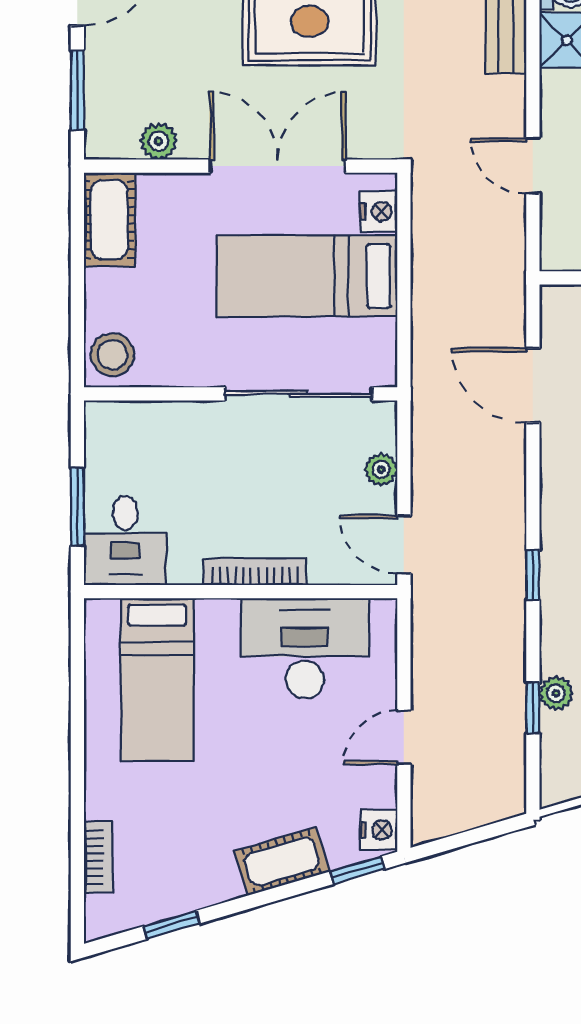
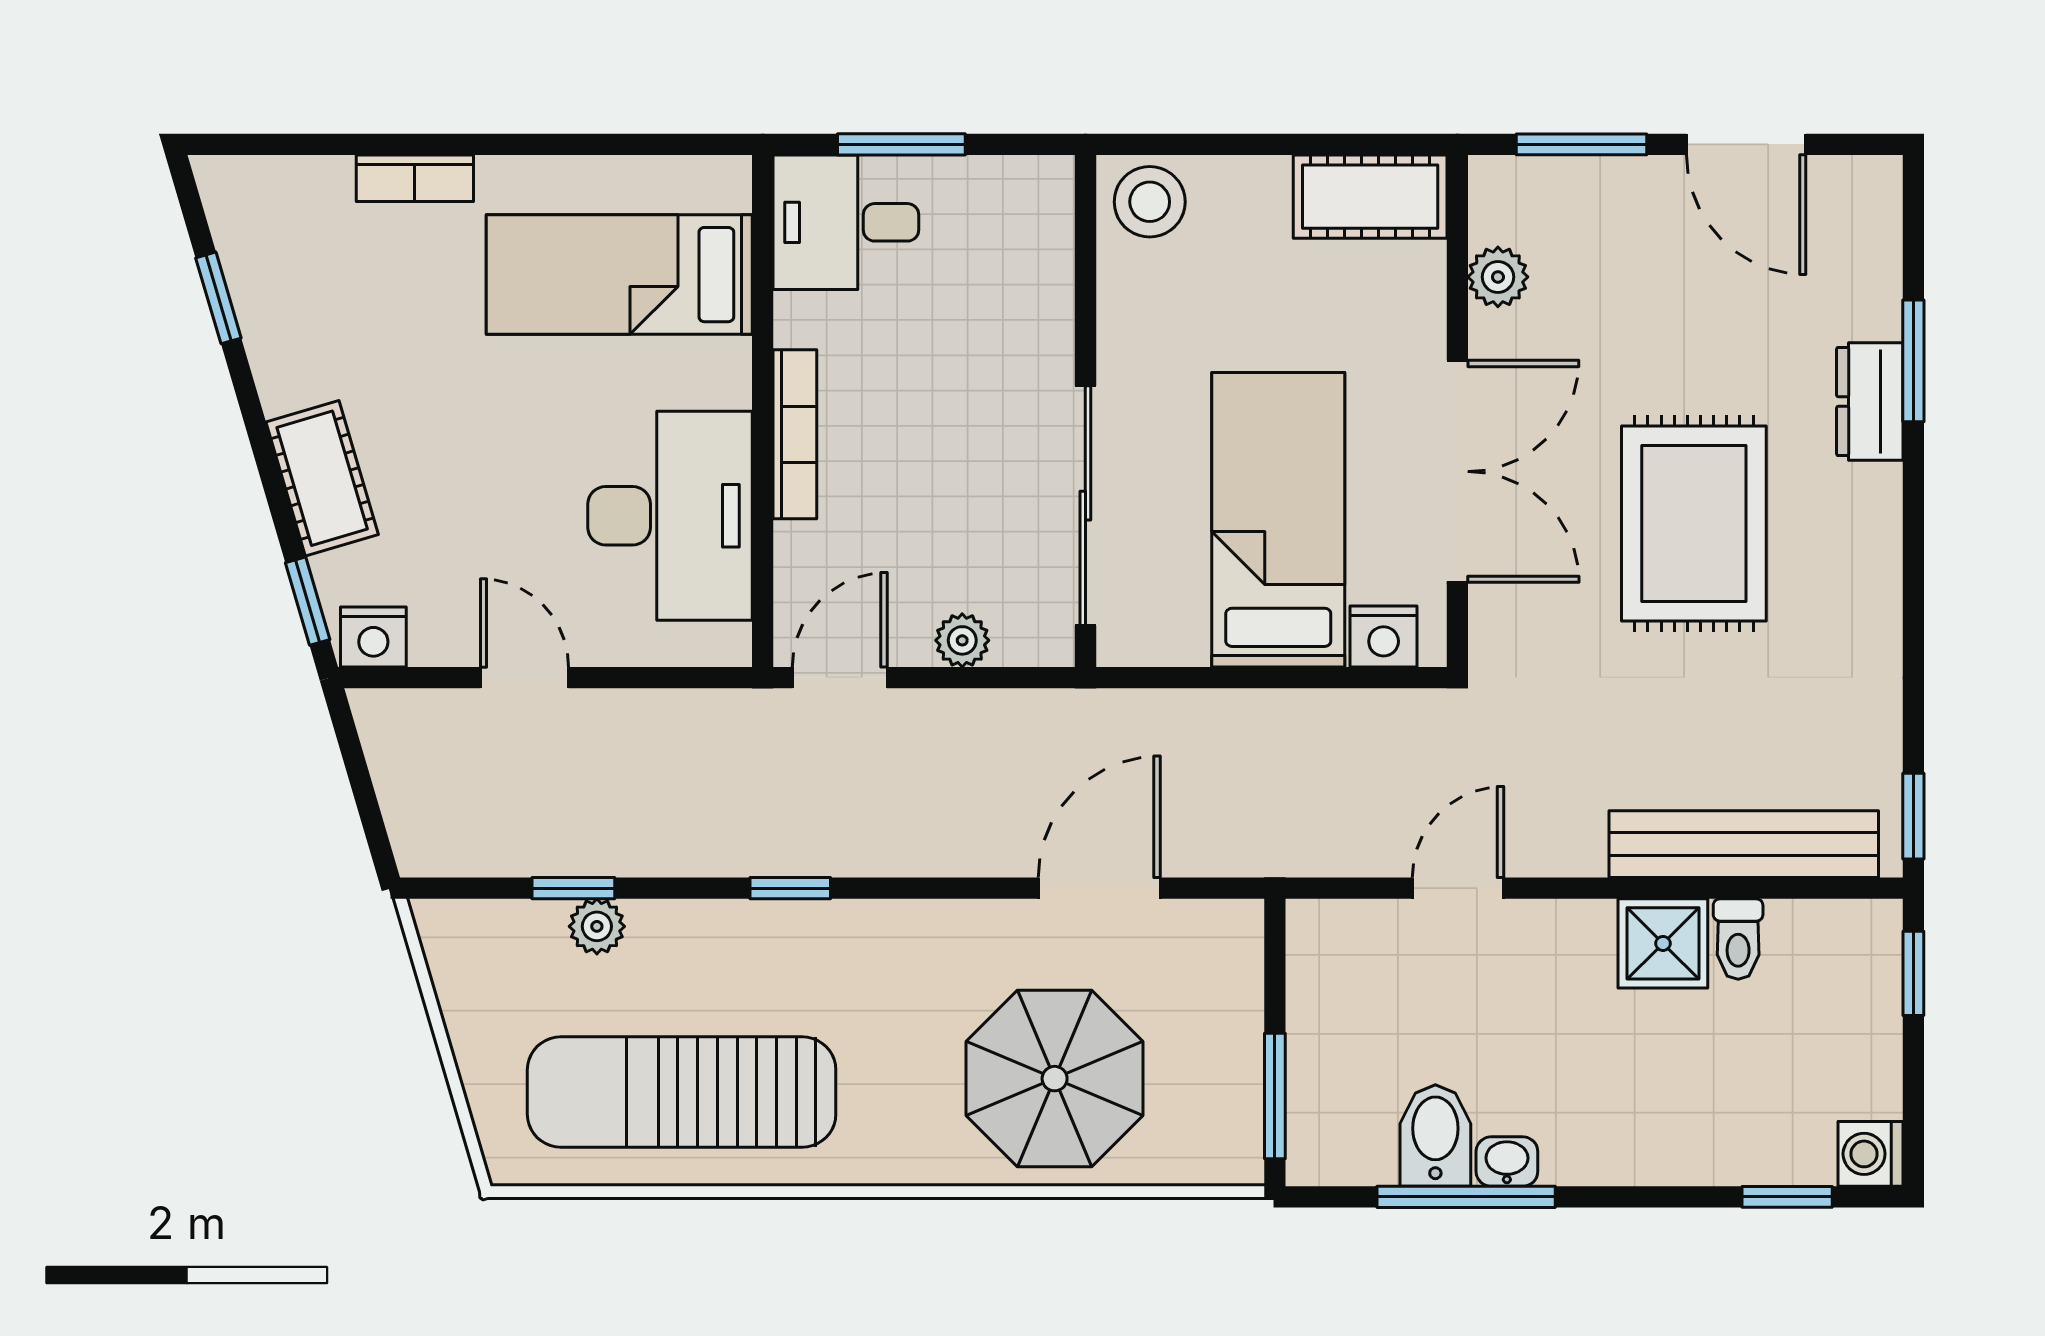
bookcase: (98, 857) -> (415, 178), moved

